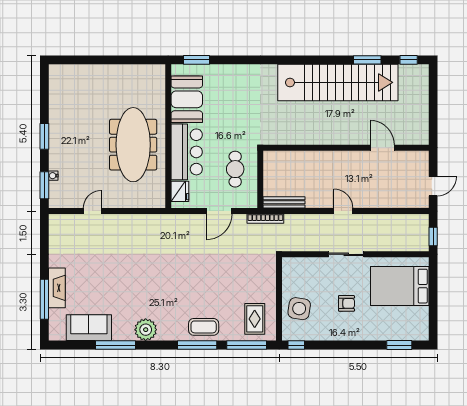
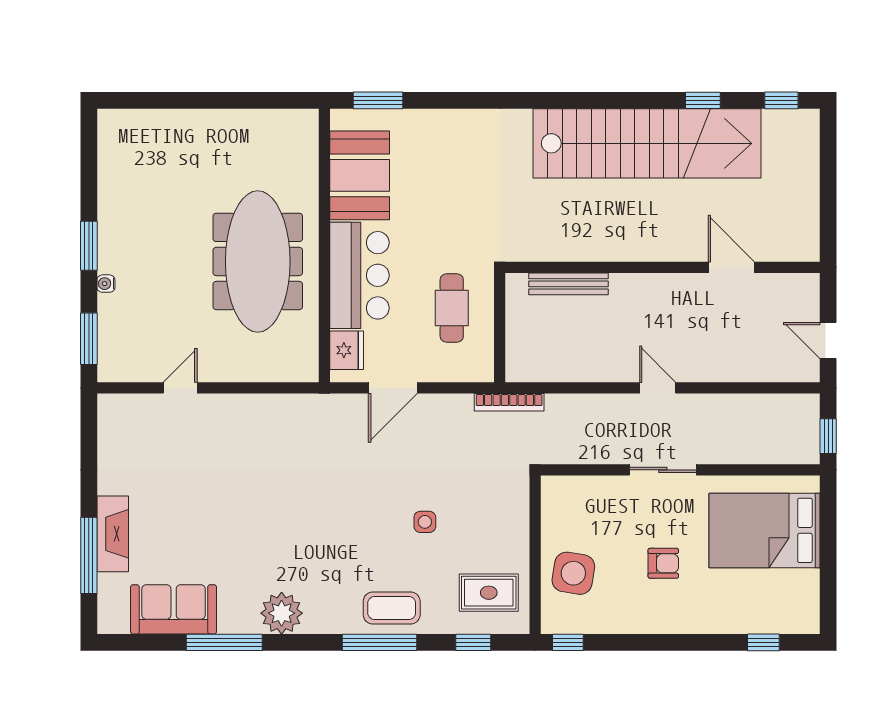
window: (367, 60) -> (703, 100), width x0.67
water cooler: (53, 176) -> (106, 284), moved
door: (433, 186) -> (828, 341), swing flipped
bench: (284, 202) -> (569, 284), moved
door: (219, 211) -> (393, 388), moved
side table: (221, 282) -> (425, 522), added
rug: (255, 319) -> (489, 593), turned 90
window: (247, 345) -> (473, 642), width x0.46
window: (399, 345) -> (763, 642), width x0.67

